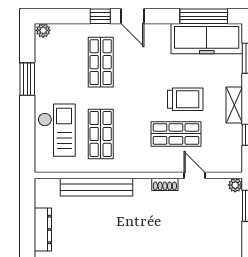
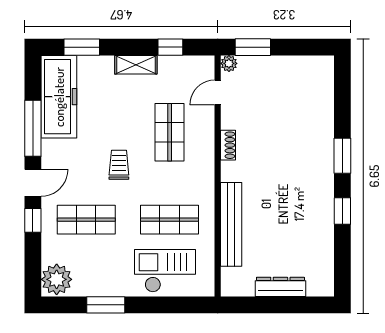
window: (204, 16) -> (33, 128), moved
plant: (43, 30) -> (57, 279), width x1.88, depth x1.88
trolley: (185, 99) -> (119, 165), moved, width x0.73, depth x0.72
door: (194, 175) -> (218, 92), moved

